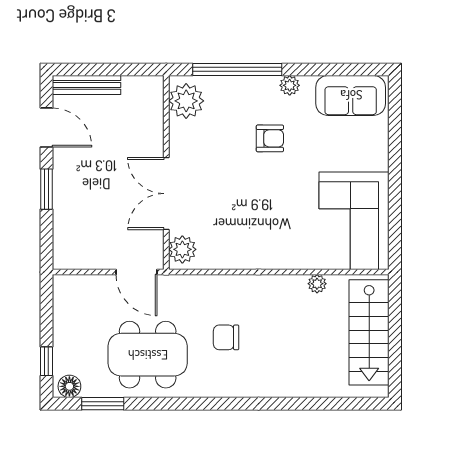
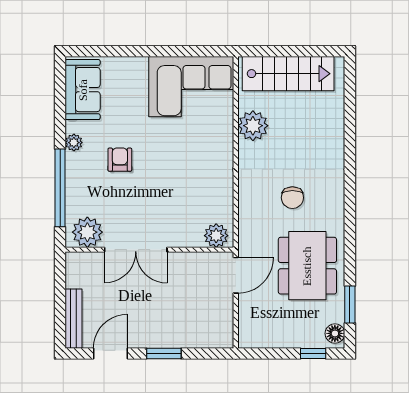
double door: (166, 194) -> (136, 250), moved
plant: (317, 284) -> (253, 126), width x1.88, depth x1.88

